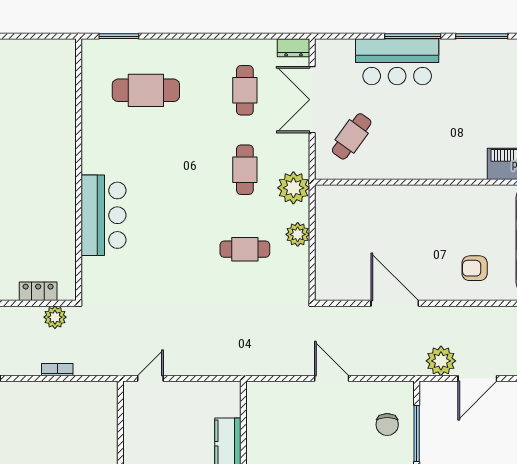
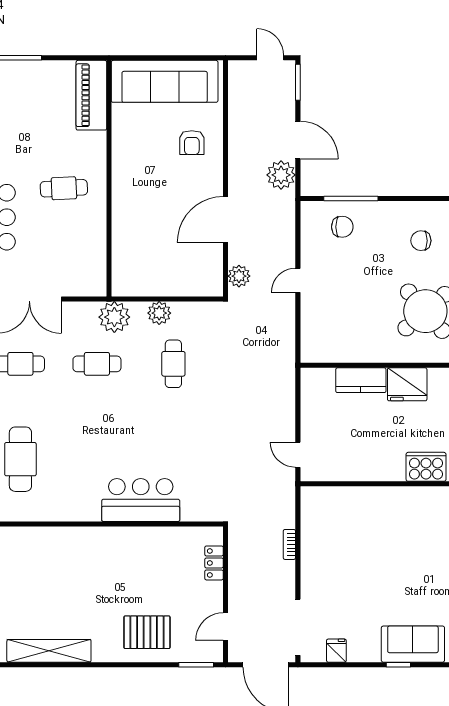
cafe table: (352, 136) -> (64, 188), moved, turned -39
plant: (55, 317) -> (239, 276), moved
door: (332, 378) -> (298, 280), width x0.73

